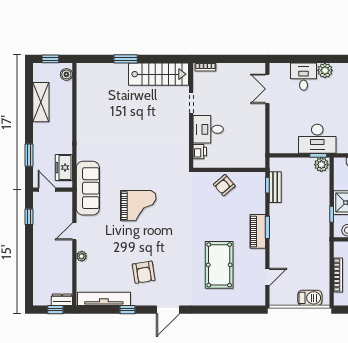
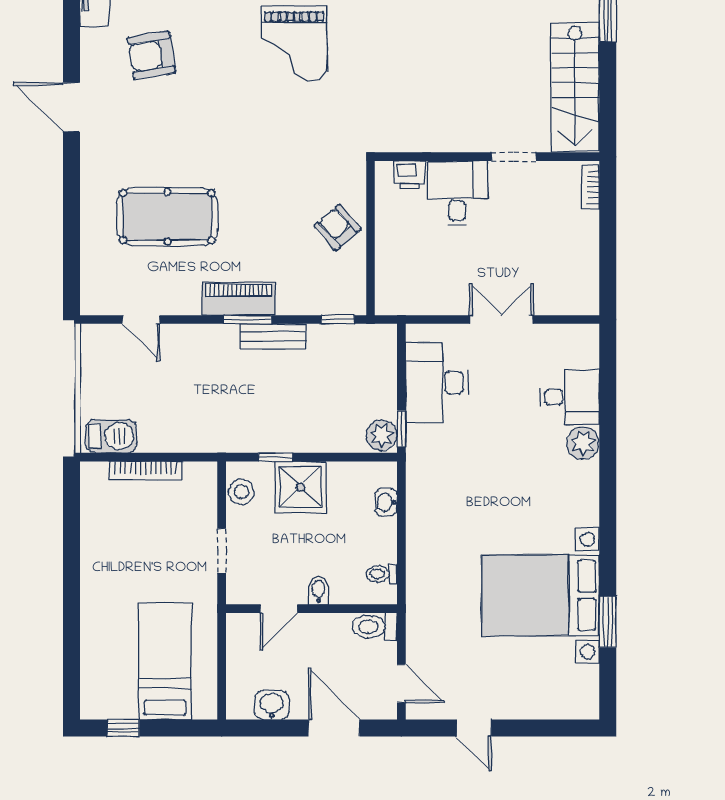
double door: (267, 89) -> (501, 320), moved
desk: (317, 139) -> (437, 383), moved
bench: (275, 187) -> (273, 336), moved
barbecue: (310, 298) -> (111, 436), moved, turned -90
window: (127, 310) -> (71, 21), removed

